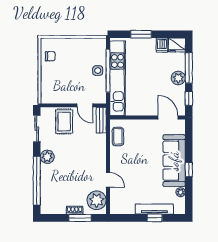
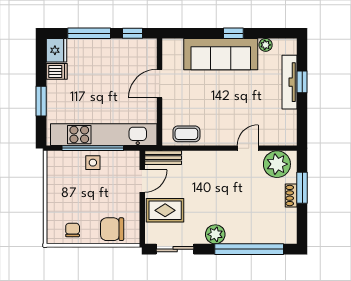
plant: (178, 78) -> (103, 48), removed
chair: (51, 84) -> (112, 229), added
door: (168, 118) -> (159, 84), moved

